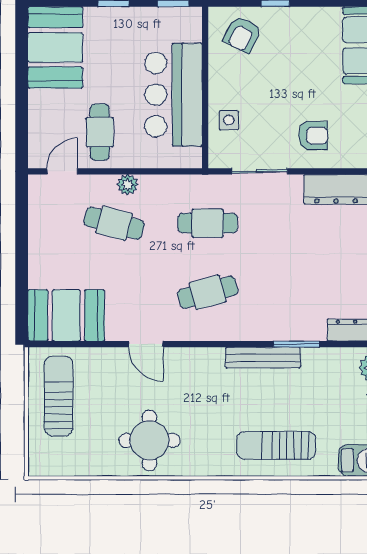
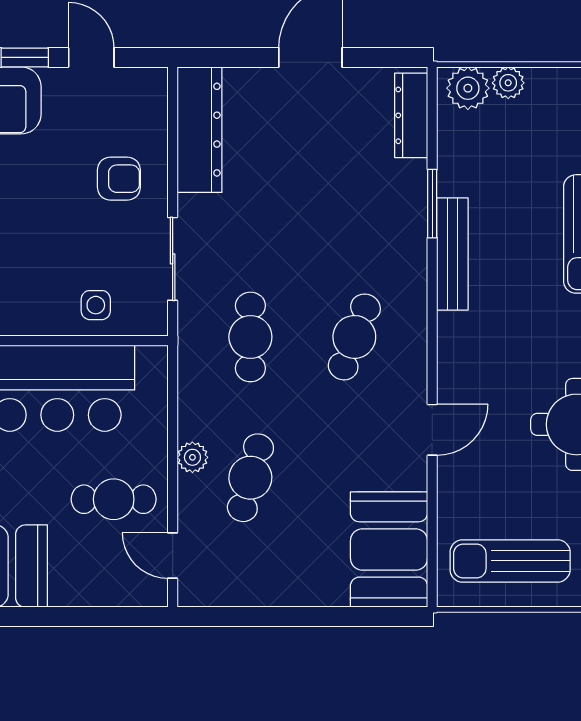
armchair: (313, 136) -> (119, 179), turned 90
cafe table: (208, 292) -> (354, 337), turned 36

